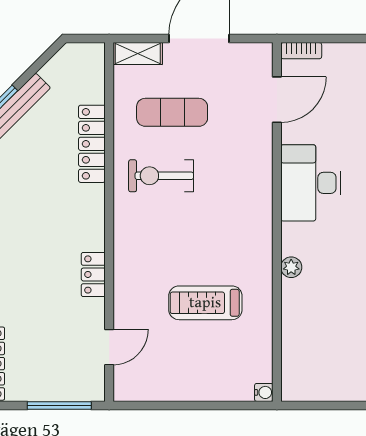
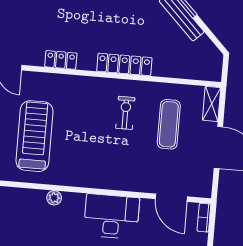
locker: (92, 144) -> (124, 64), moved
exercise bike: (161, 176) -> (125, 113), width x0.73, depth x0.72
treadmill: (205, 303) -> (34, 136), width x1.37, depth x1.38

